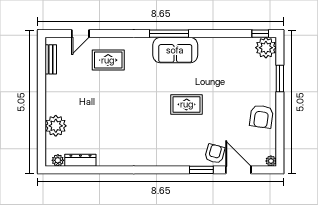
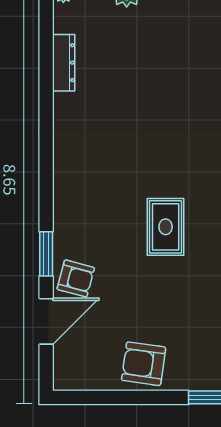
dresser: (80, 160) -> (64, 63), moved
plant: (271, 161) -> (62, 381), removed

